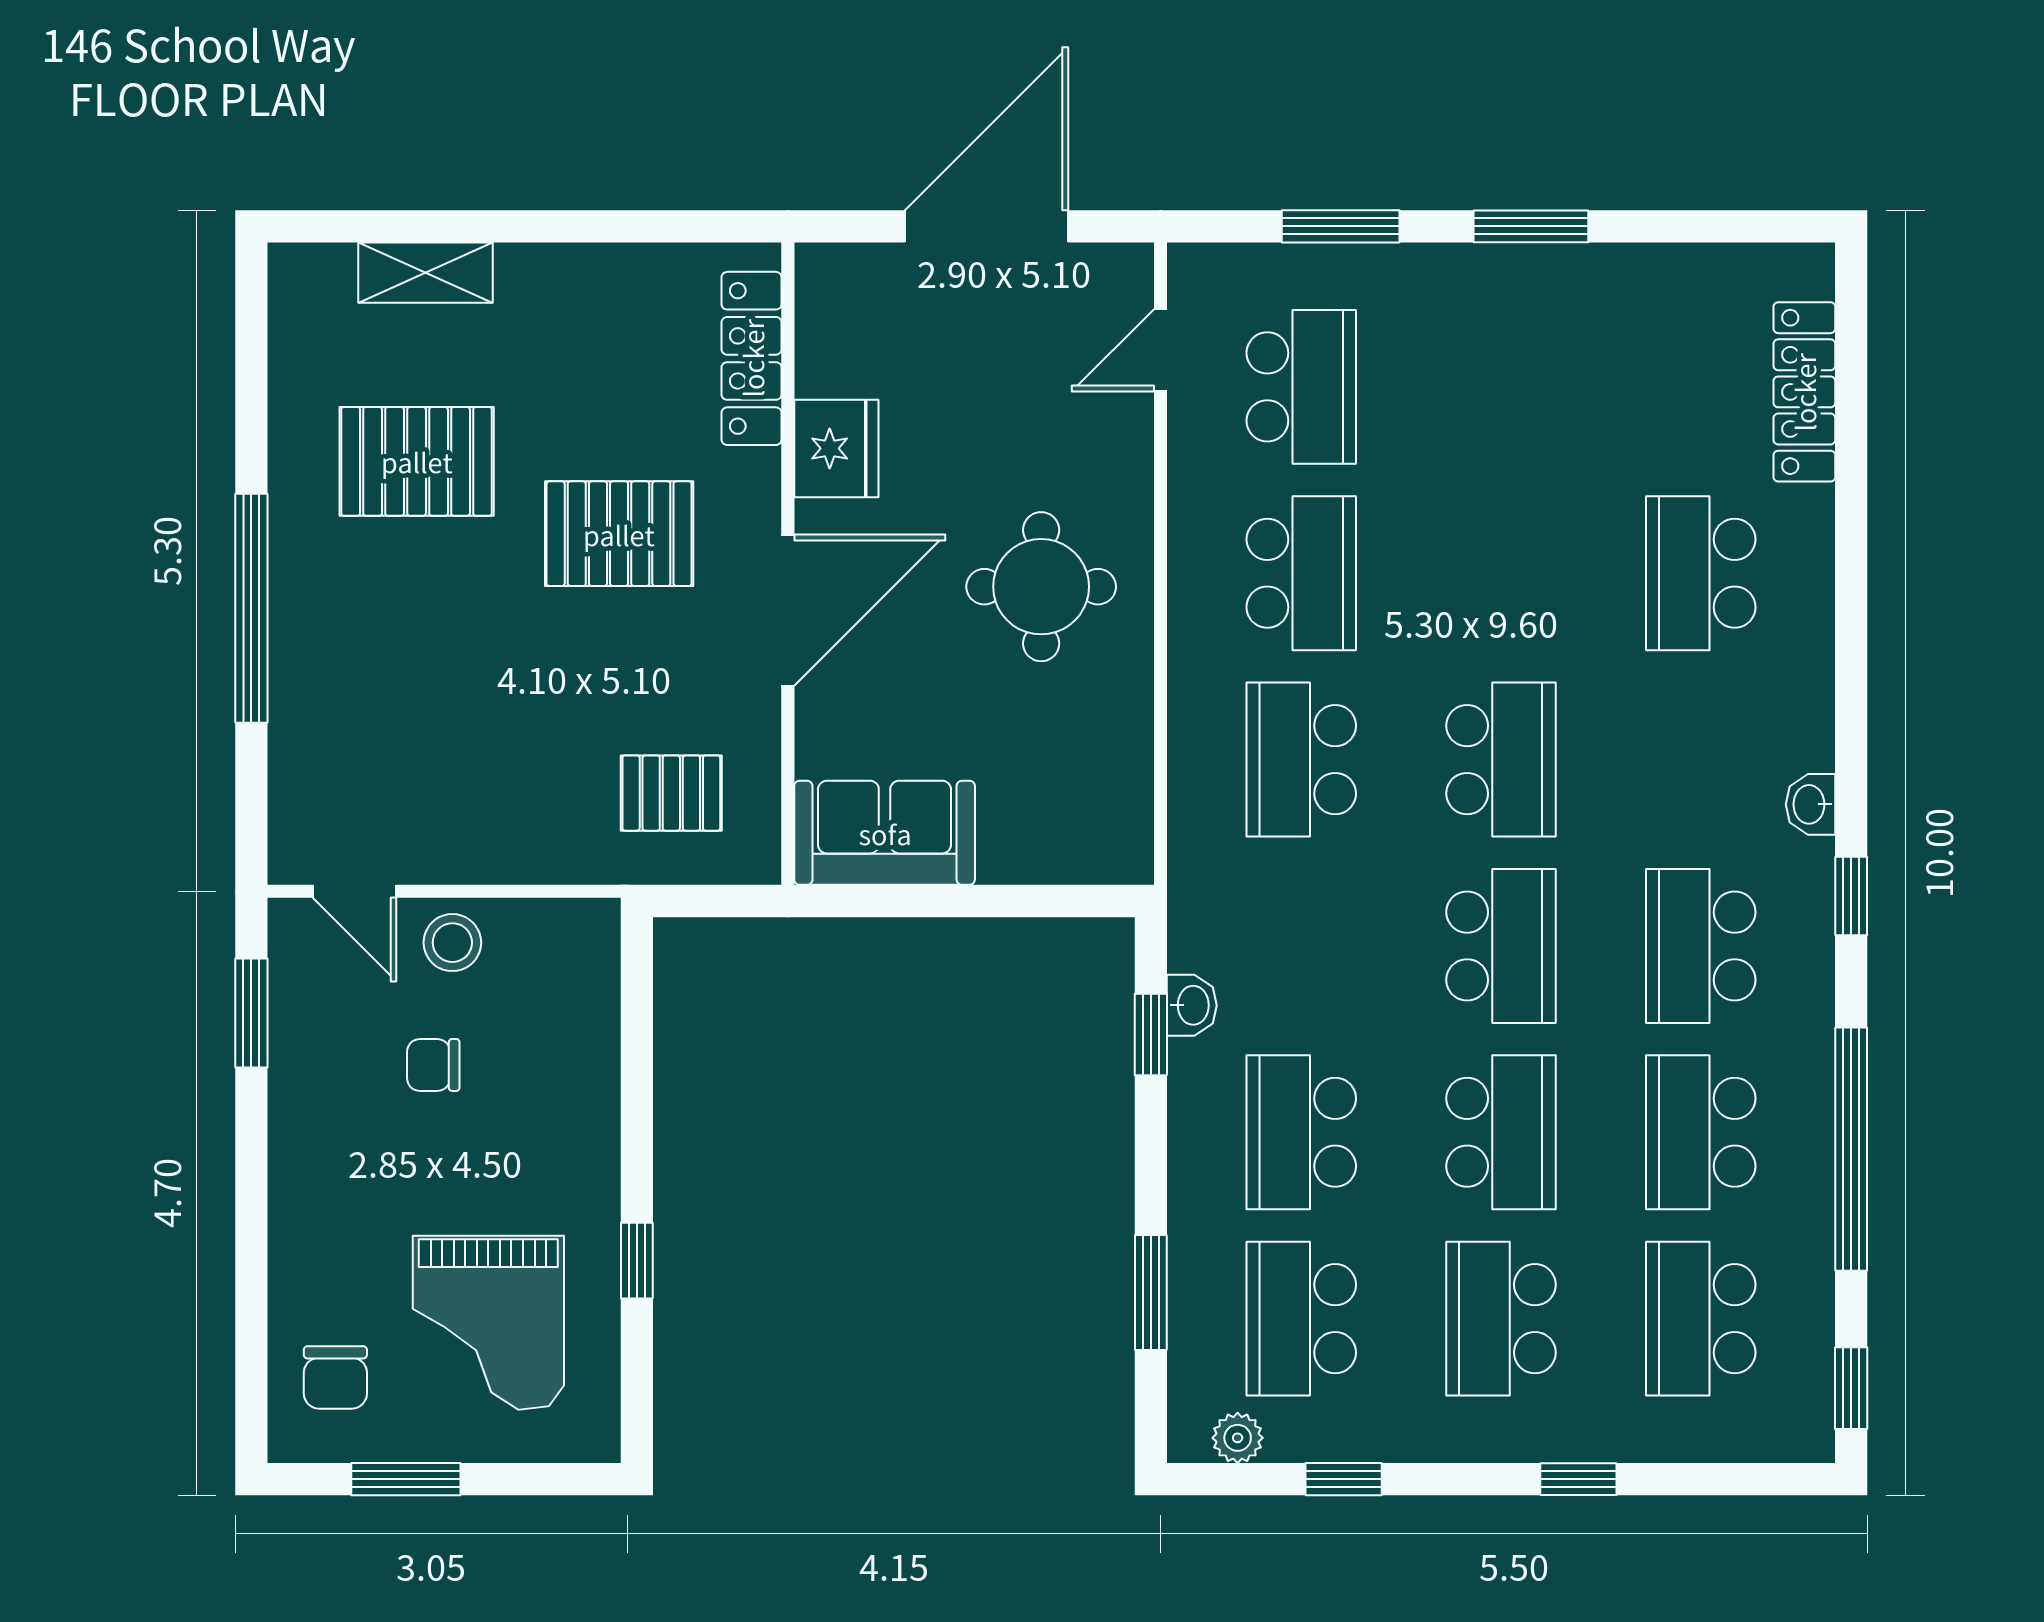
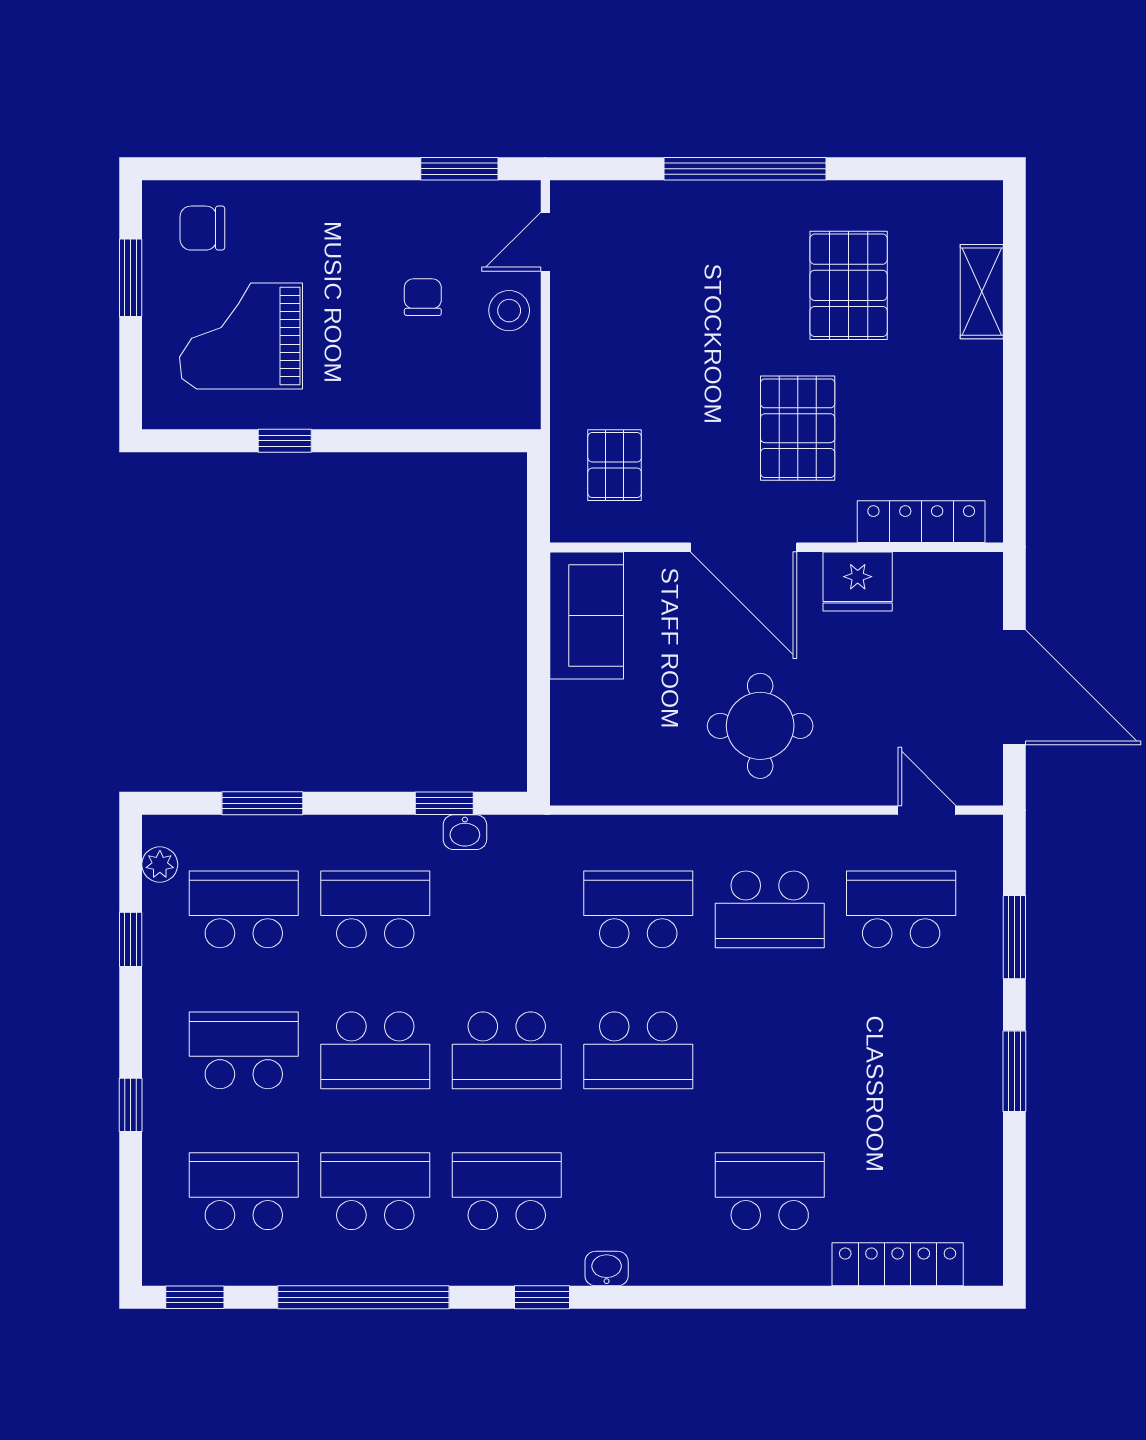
school desk: (1301, 387) -> (901, 909), turned 180

